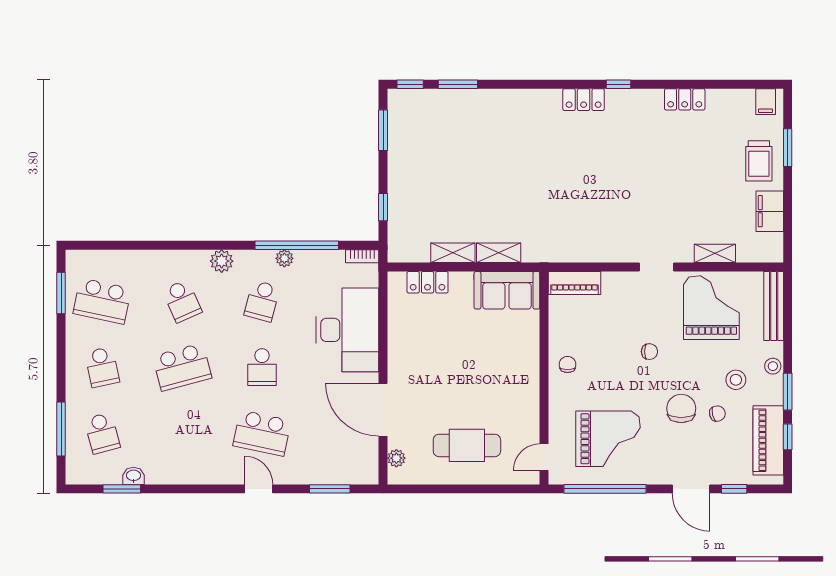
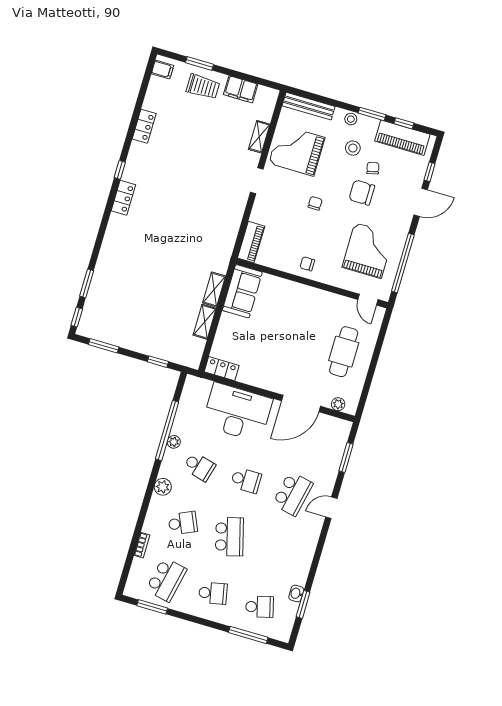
bookcase: (362, 256) -> (142, 545), moved
locker: (428, 282) -> (222, 369), moved, turned -90

